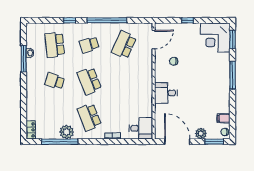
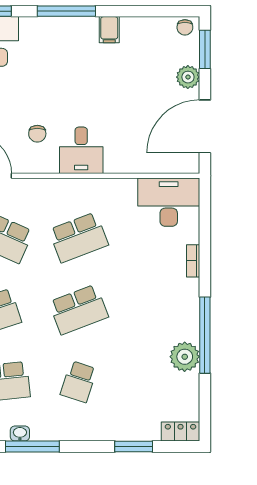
desk: (166, 93) -> (81, 150), moved
window: (24, 107) -> (134, 446), added
school desk: (89, 117) -> (79, 237), moved
filing cabinet: (224, 118) -> (109, 30), moved
desk: (141, 128) -> (169, 202), width x1.37
window: (60, 142) -> (205, 335), moved

